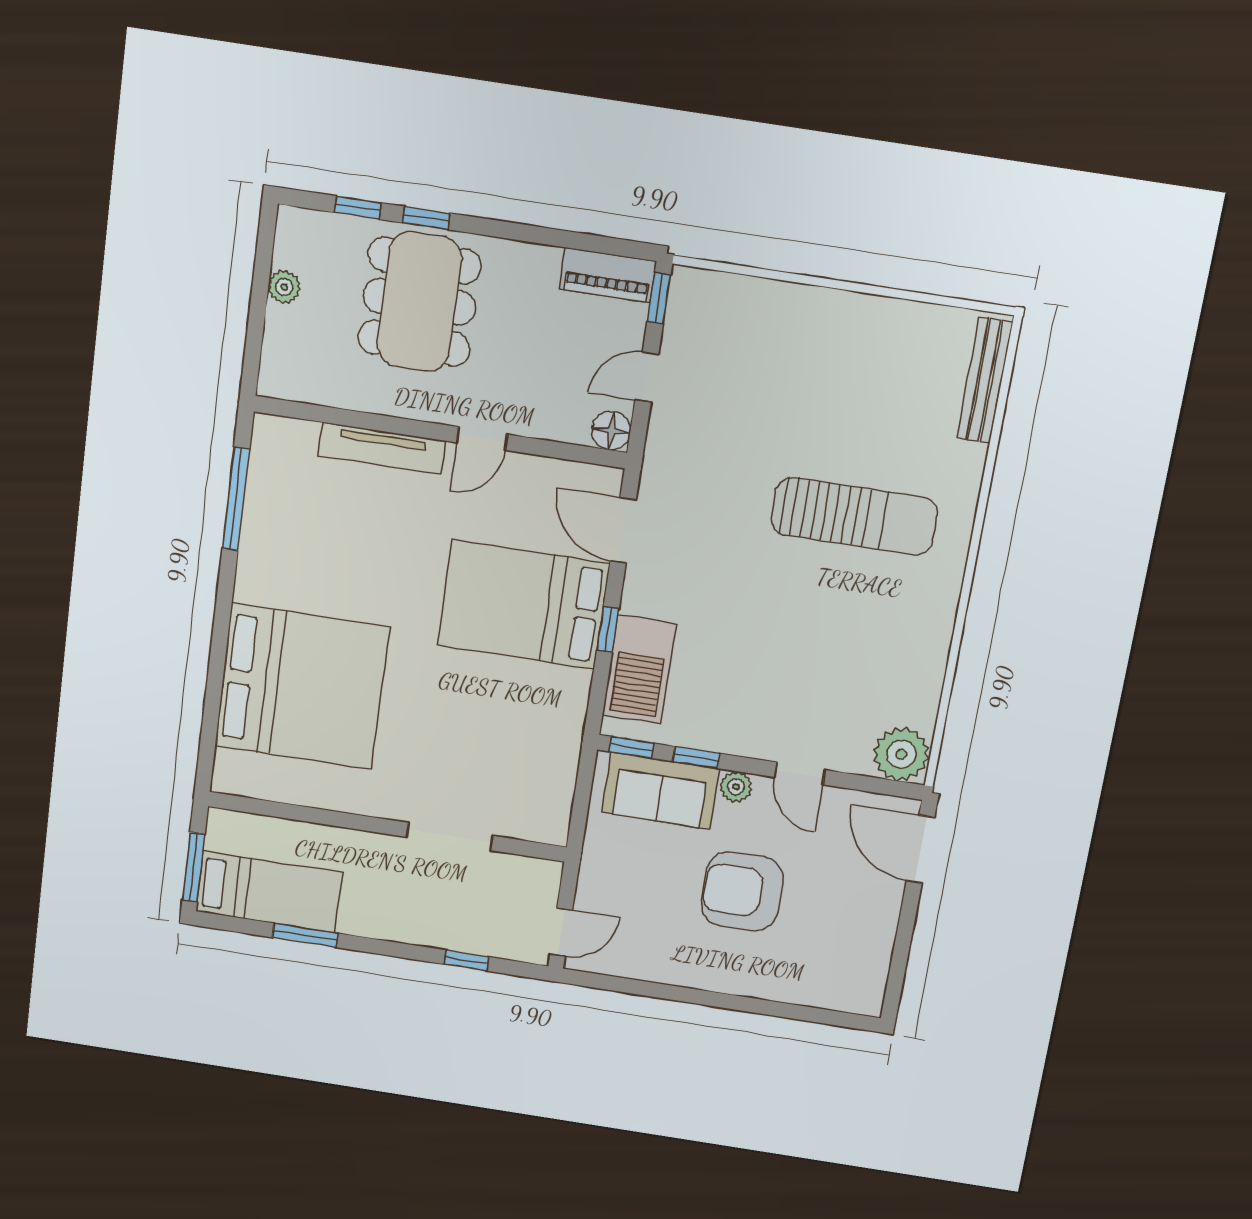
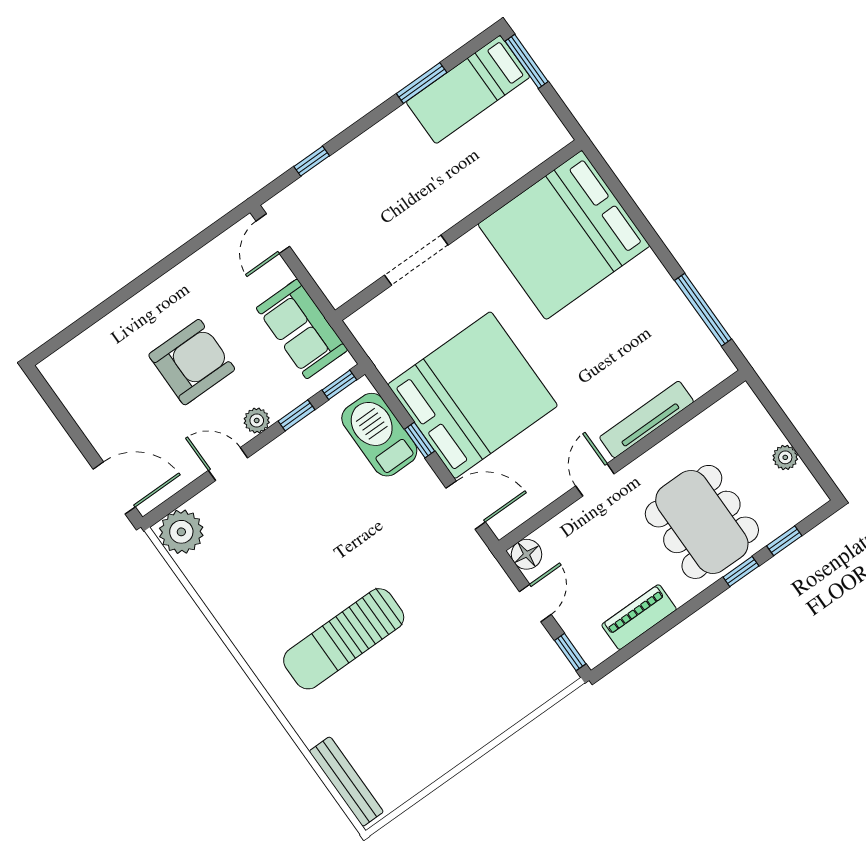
piano: (608, 275) -> (639, 617), moved
bed: (523, 605) -> (473, 395), width x1.36
sofa: (661, 791) -> (302, 329), moved, turned -90
wall: (387, 827) -> (458, 230), moved
doorway: (450, 836) -> (416, 260), moved

